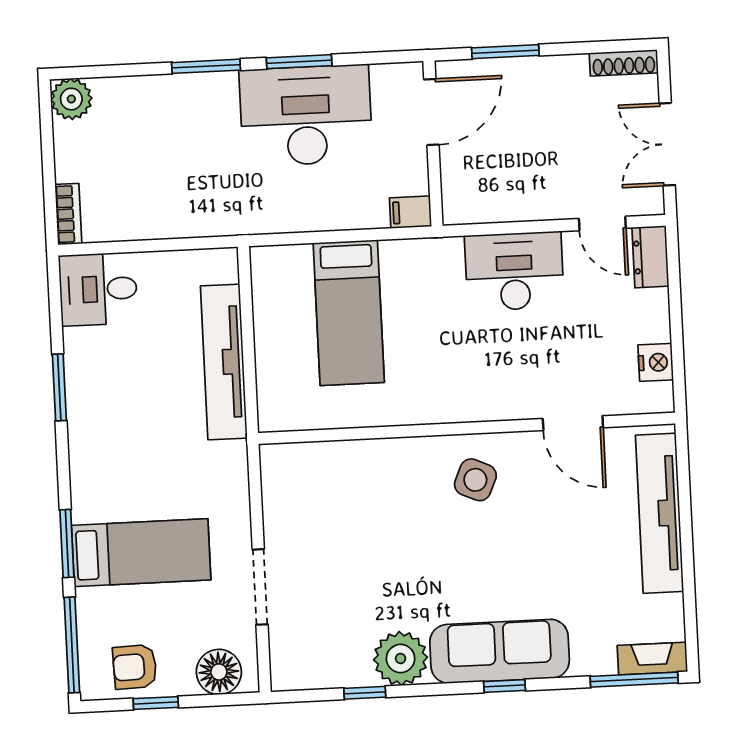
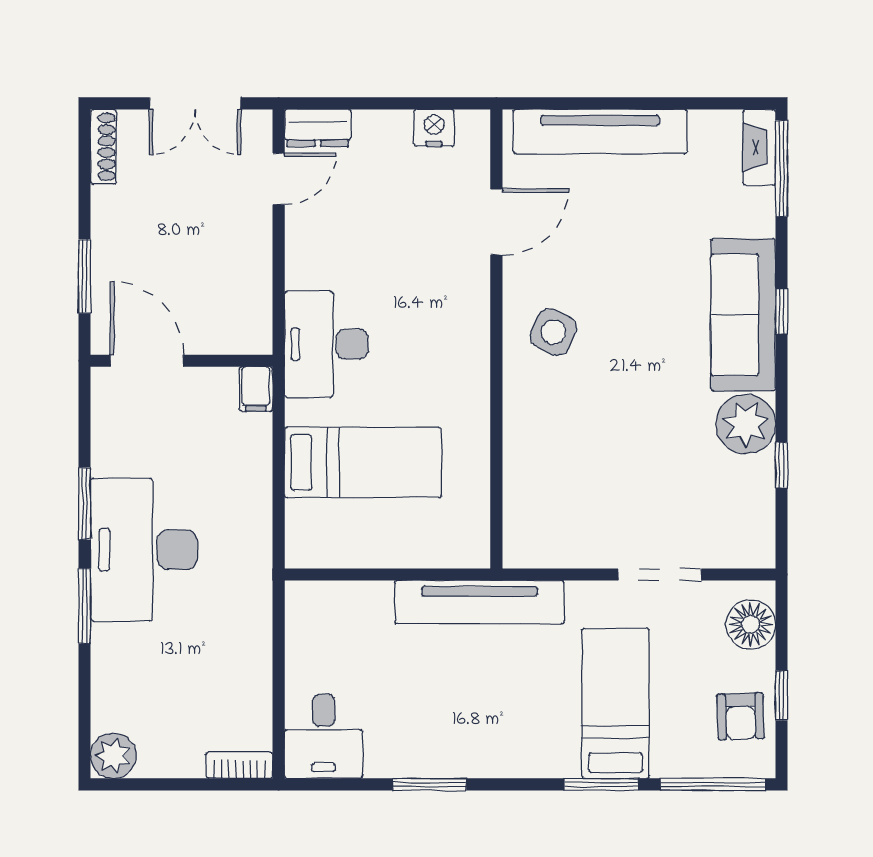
desk: (306, 115) -> (144, 550), moved
desk: (514, 271) -> (326, 344), moved
tv unit: (224, 362) -> (480, 602), moved

